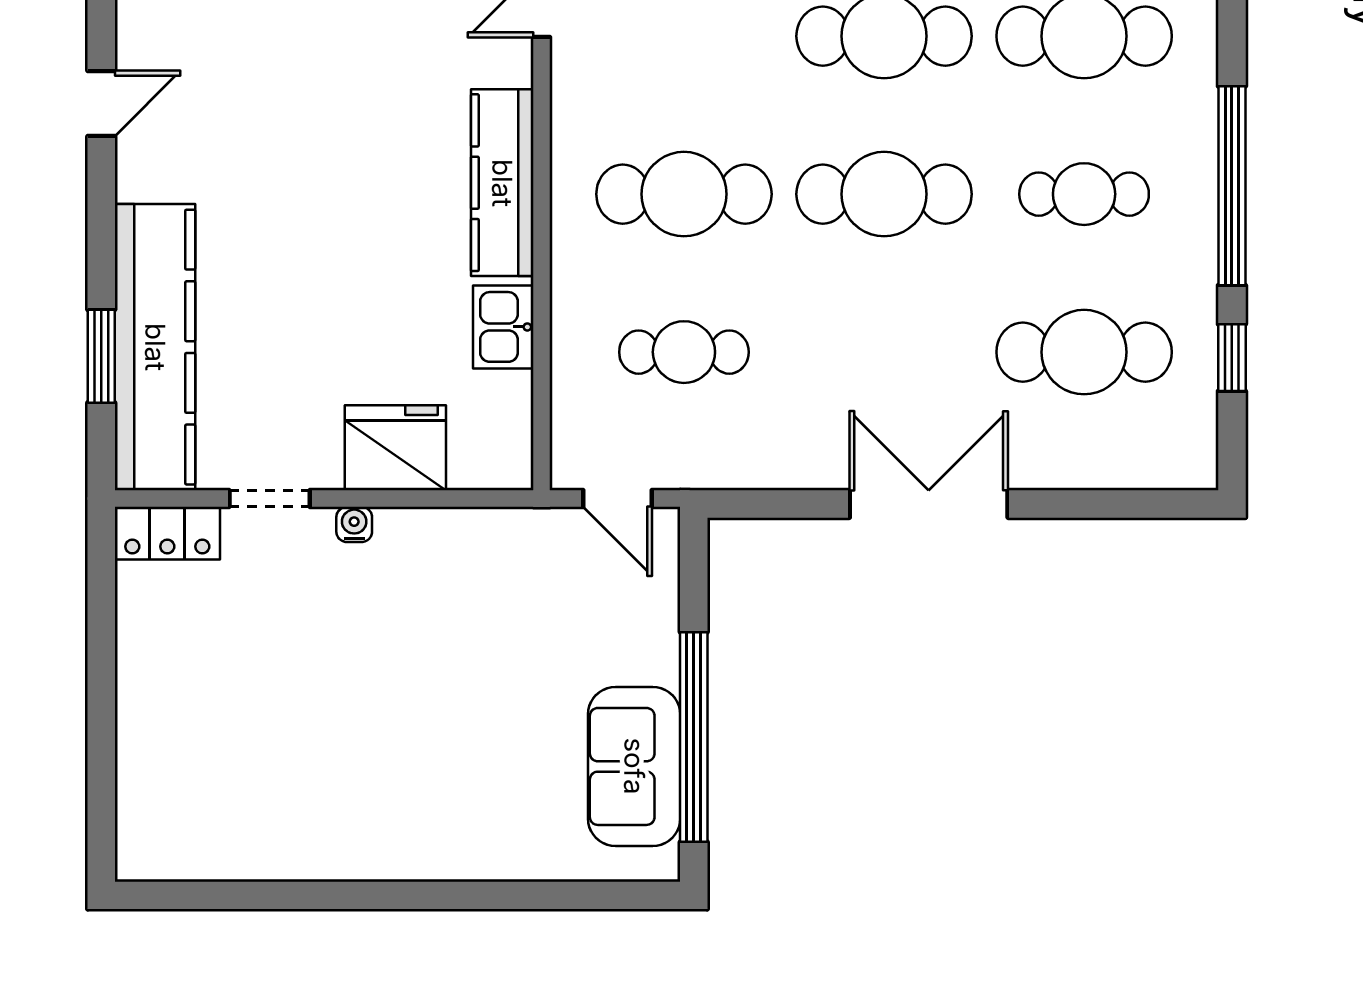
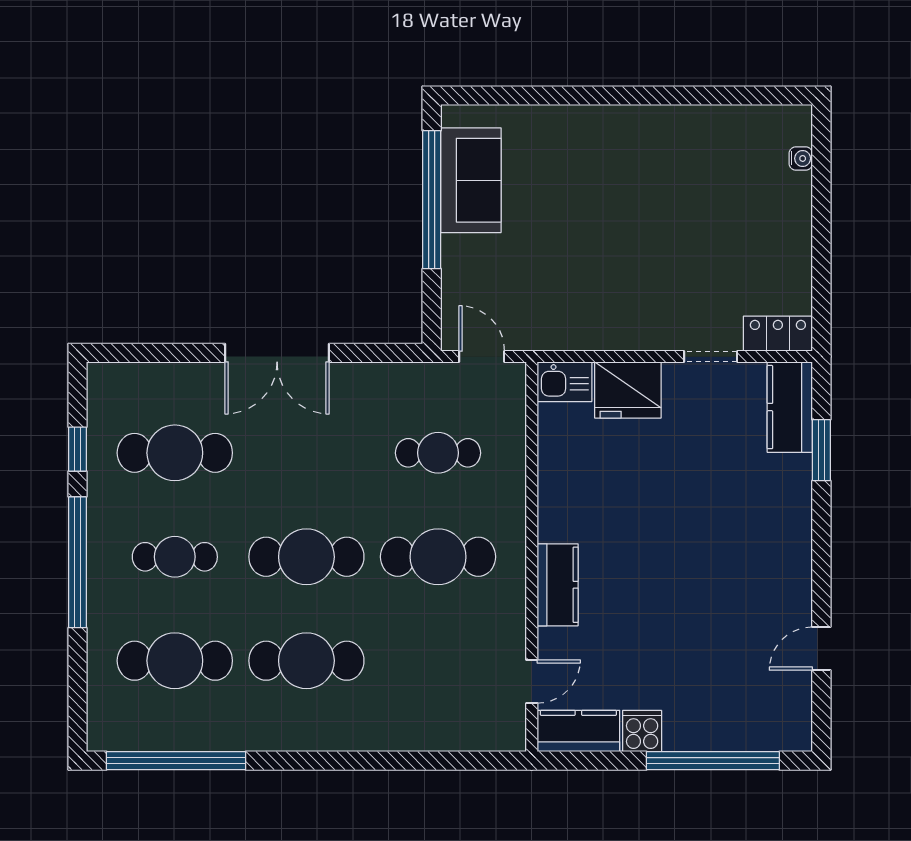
door: (101, 104) -> (821, 649), moved
kitchen counter: (502, 183) -> (558, 585), width x0.67
kitchen sink: (503, 327) -> (564, 382), moved, turned 90
kitchen counter: (155, 347) -> (790, 407), width x0.48, depth x0.86
water cooler: (354, 524) -> (801, 158), moved, turned -90

